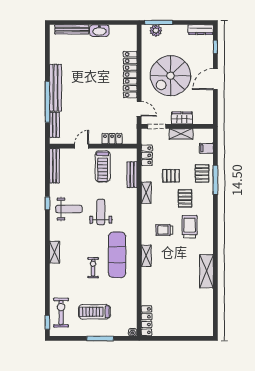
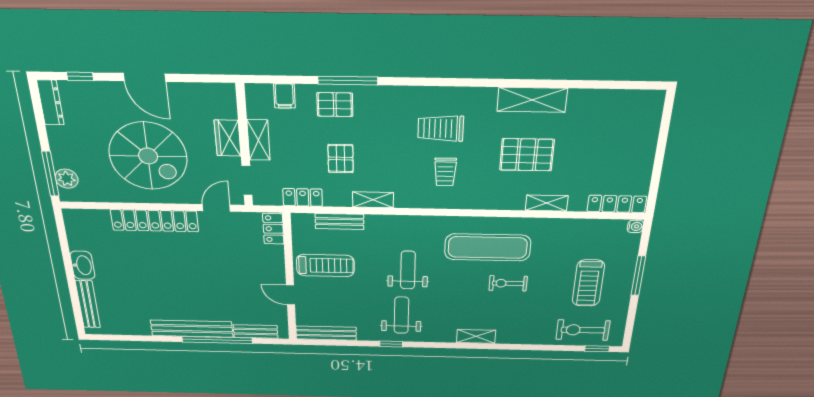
locker: (112, 139) -> (273, 229), moved
pallet: (185, 198) -> (527, 155), moved, width x1.50, depth x1.42
weight bench: (101, 212) -> (408, 270), turned 90
shelving: (146, 256) -> (547, 203), moved

